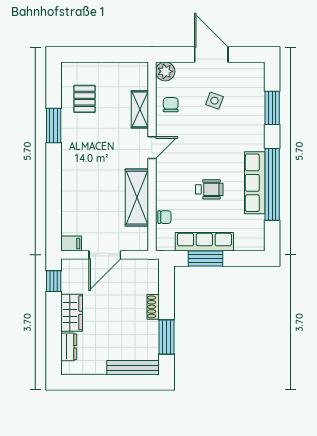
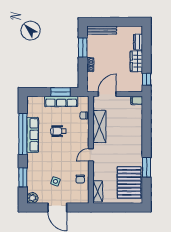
plant: (165, 71) -> (32, 198), moved
pallet: (84, 99) -> (129, 182), width x2.05, depth x2.00
shelving: (140, 109) -> (98, 191), moved
door: (105, 255) -> (107, 94), moved

